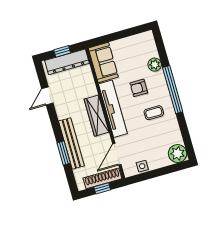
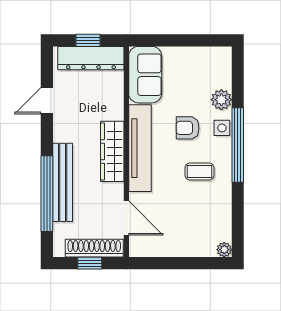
window: (64, 153) -> (47, 194), width x2.11
door: (117, 154) -> (126, 218), swing flipped
plant: (178, 154) -> (224, 250), width x0.53, depth x0.53
side table: (142, 166) -> (222, 128), moved

